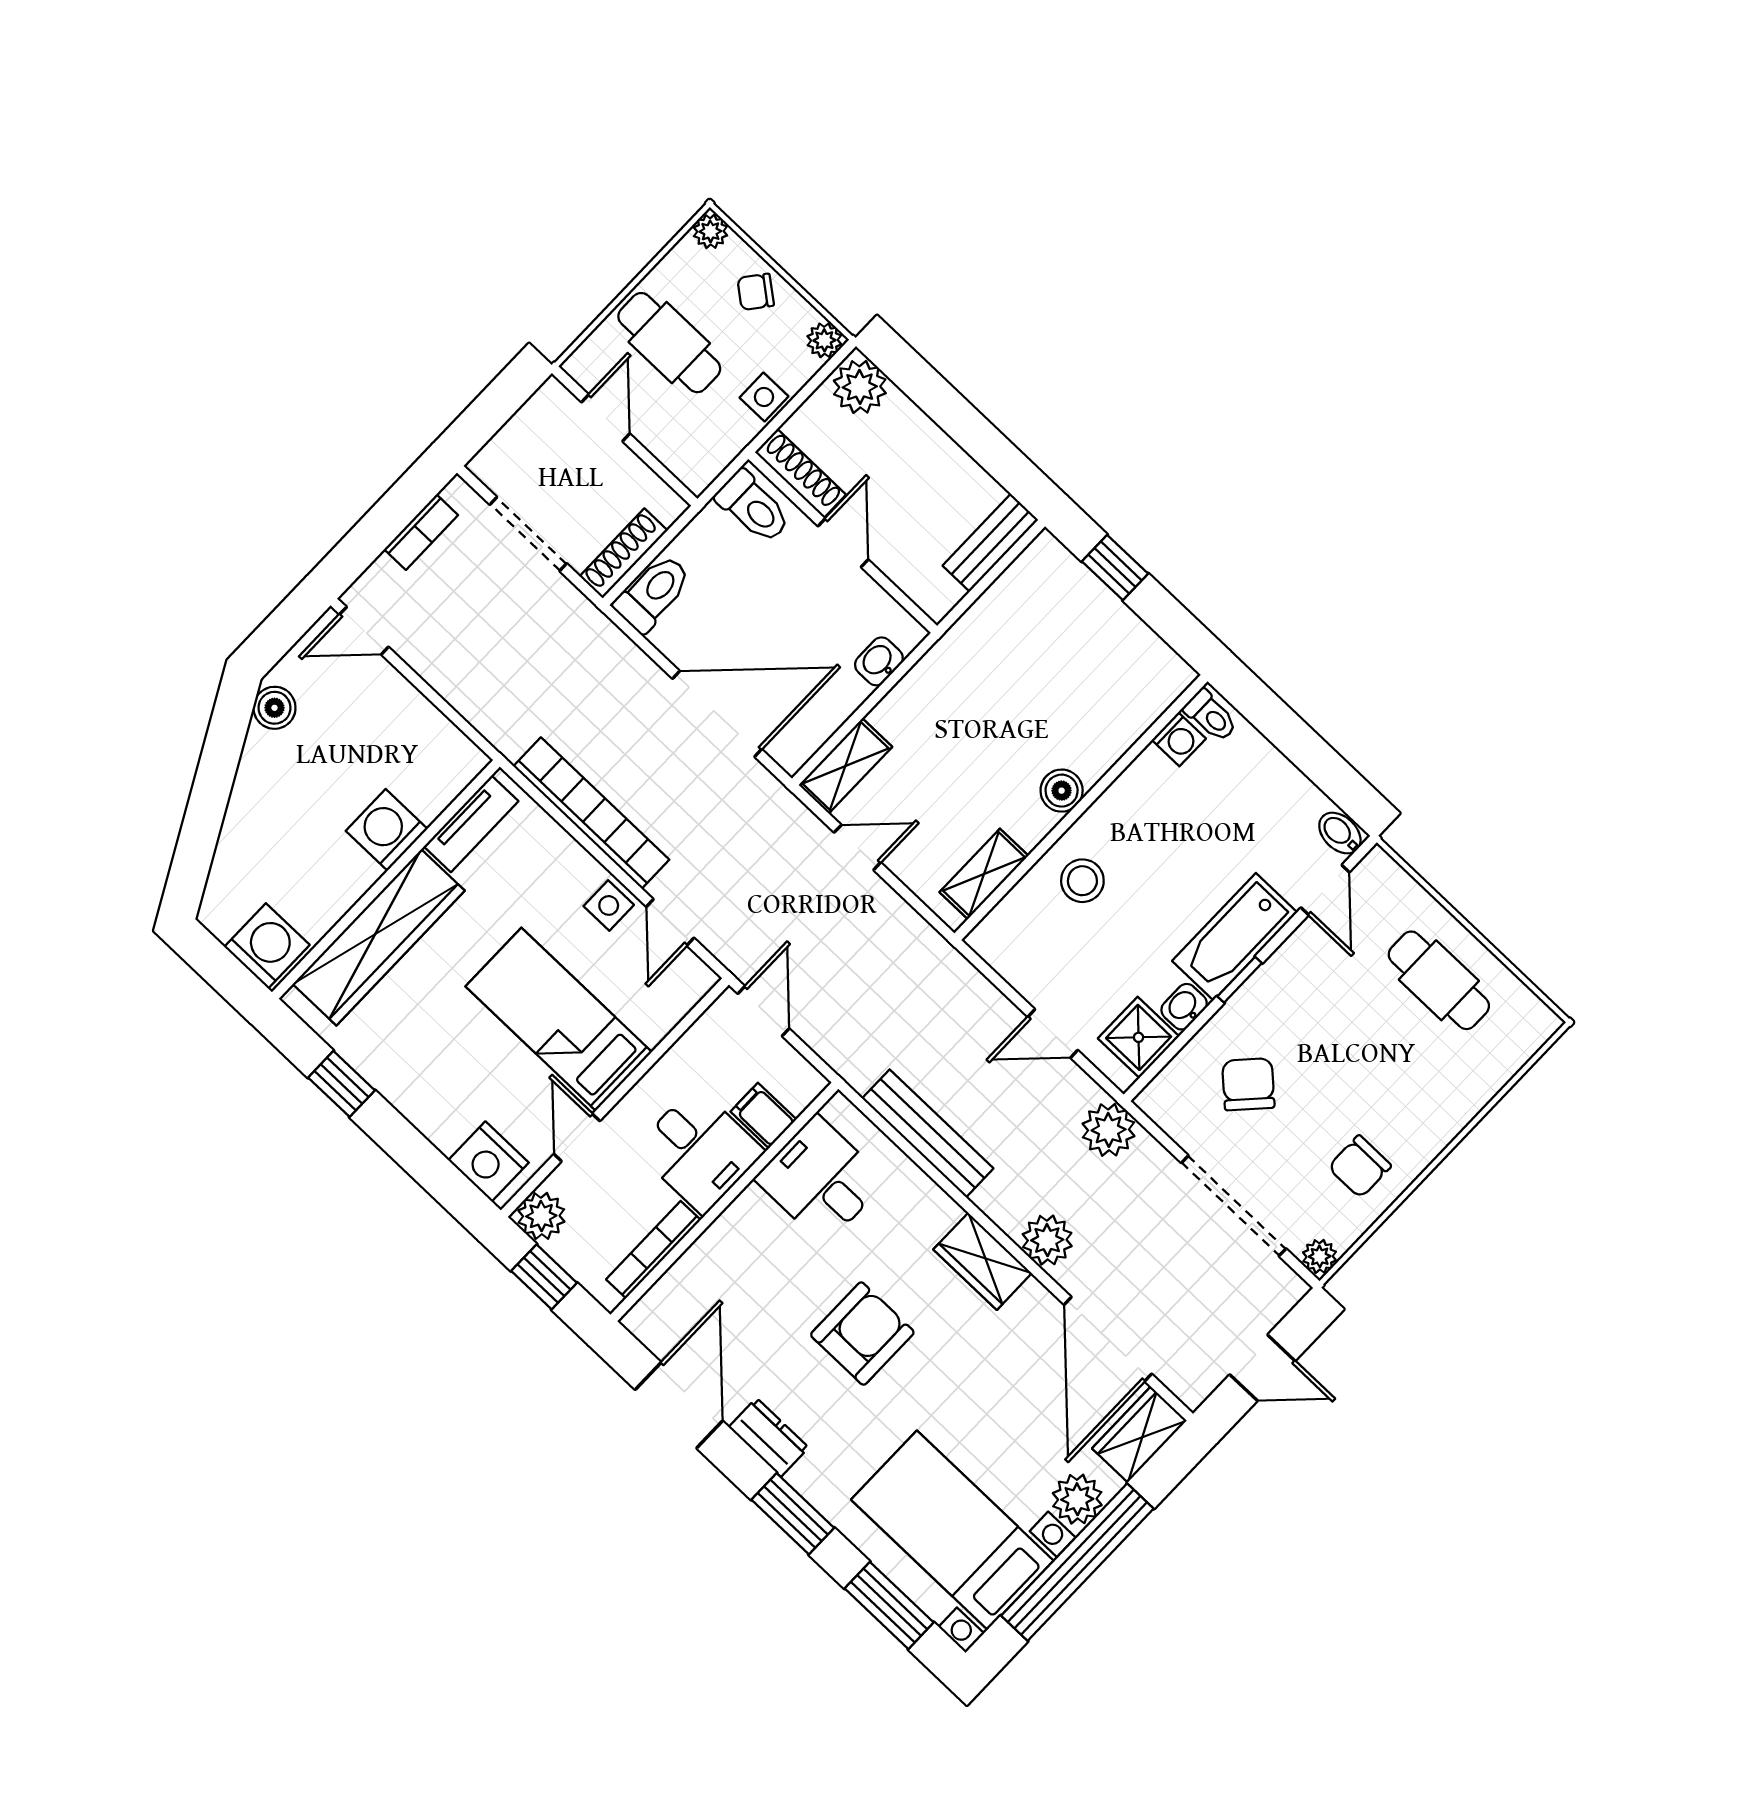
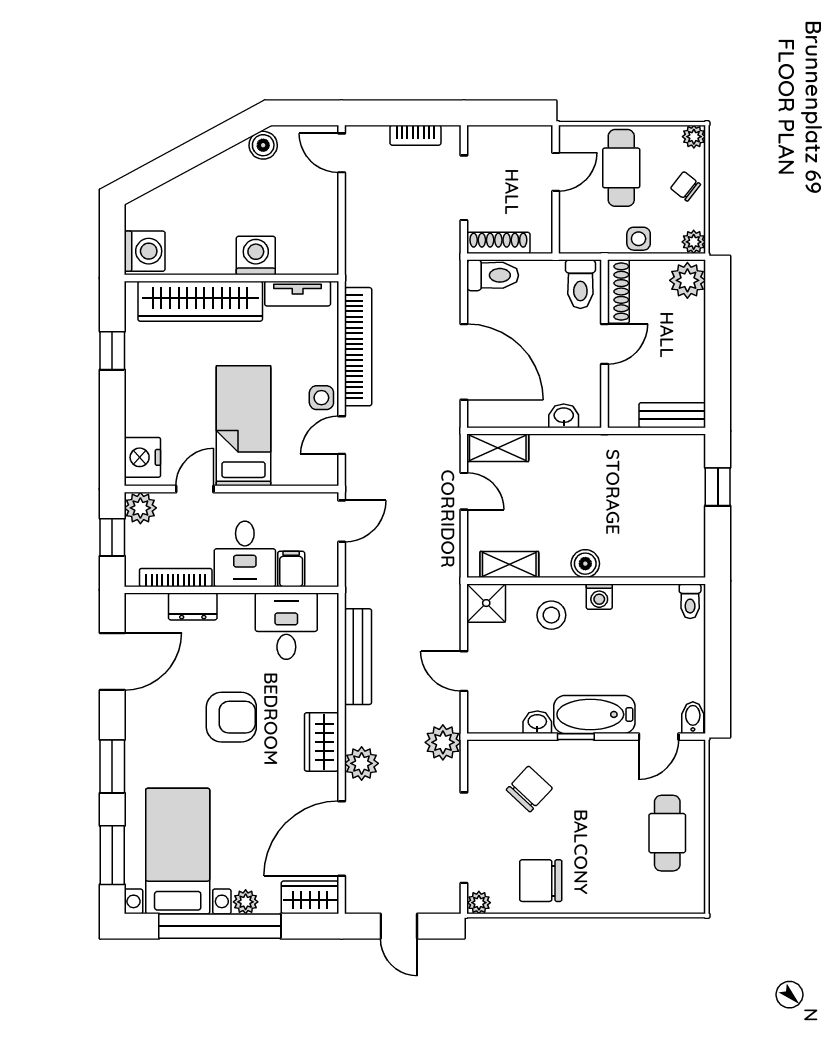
washing machine: (1179, 739) -> (599, 597), moved
shower: (1139, 1037) -> (486, 603), moved
chair: (1360, 1167) -> (541, 881), width x1.37, depth x1.37
dresser: (769, 1437) -> (193, 607), moved, turned 90
plant: (1077, 1499) -> (246, 902), width x0.73, depth x0.73

